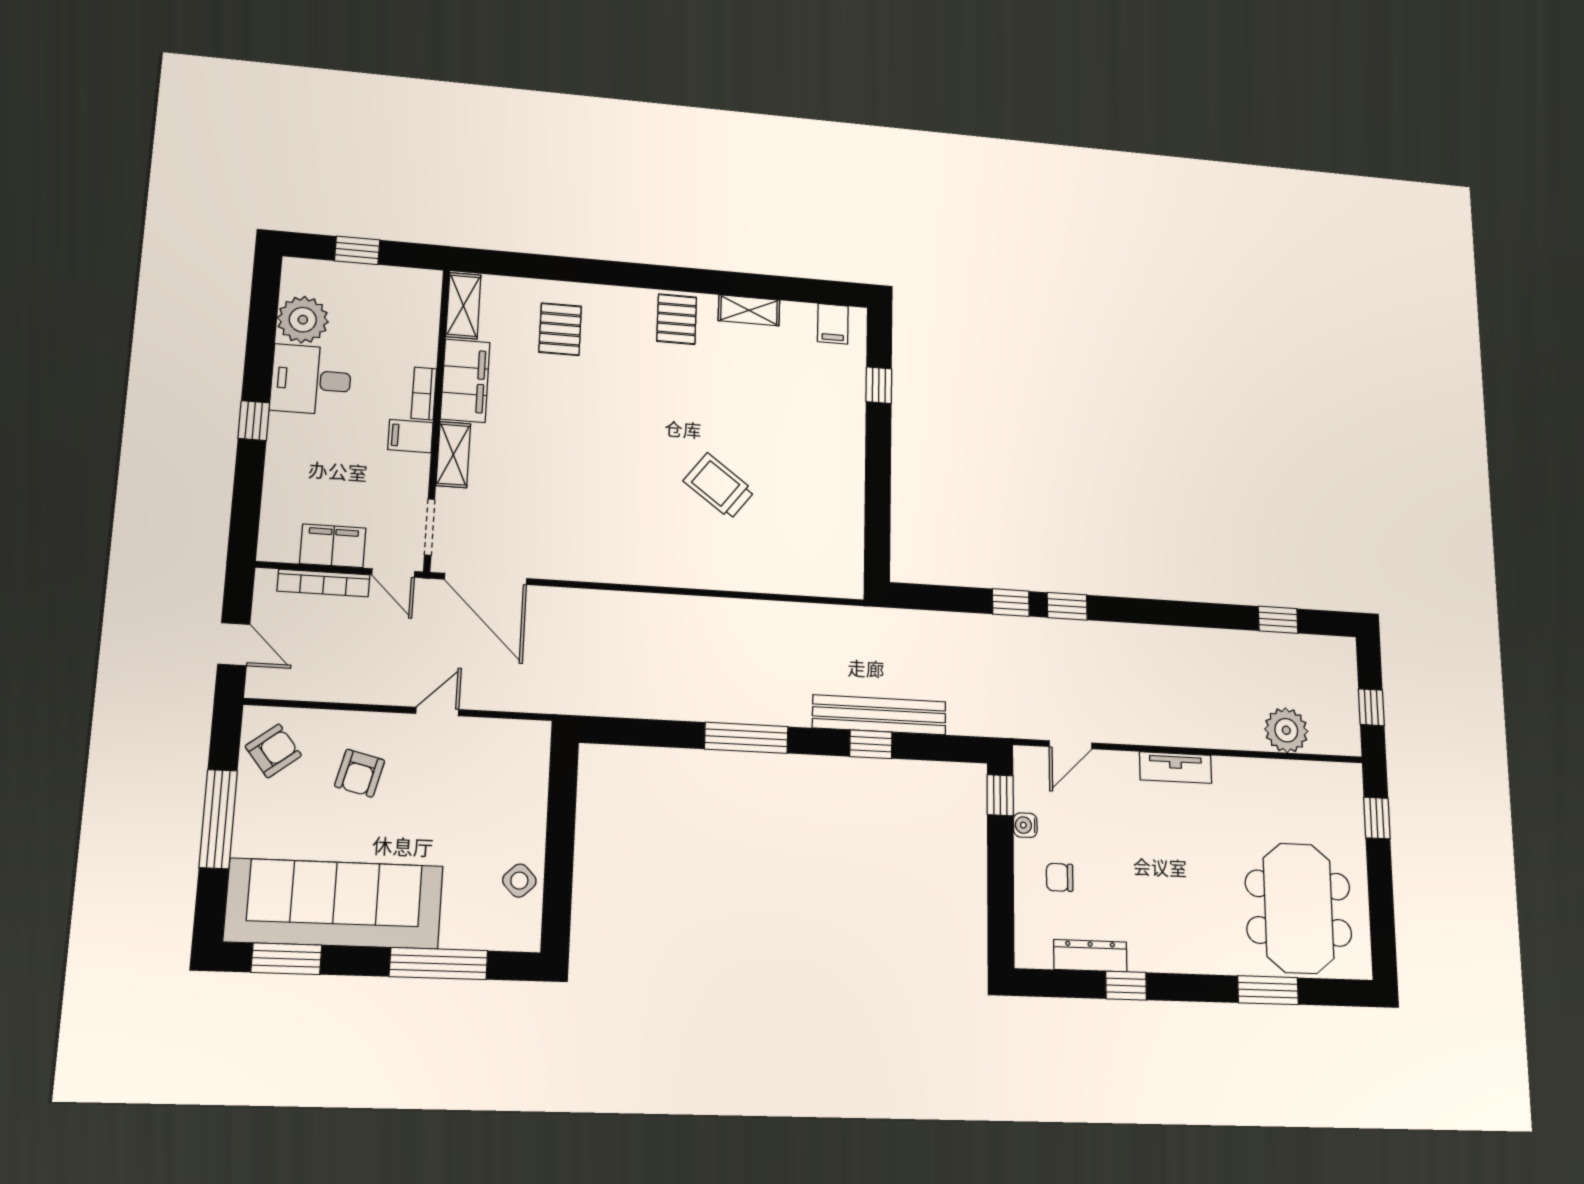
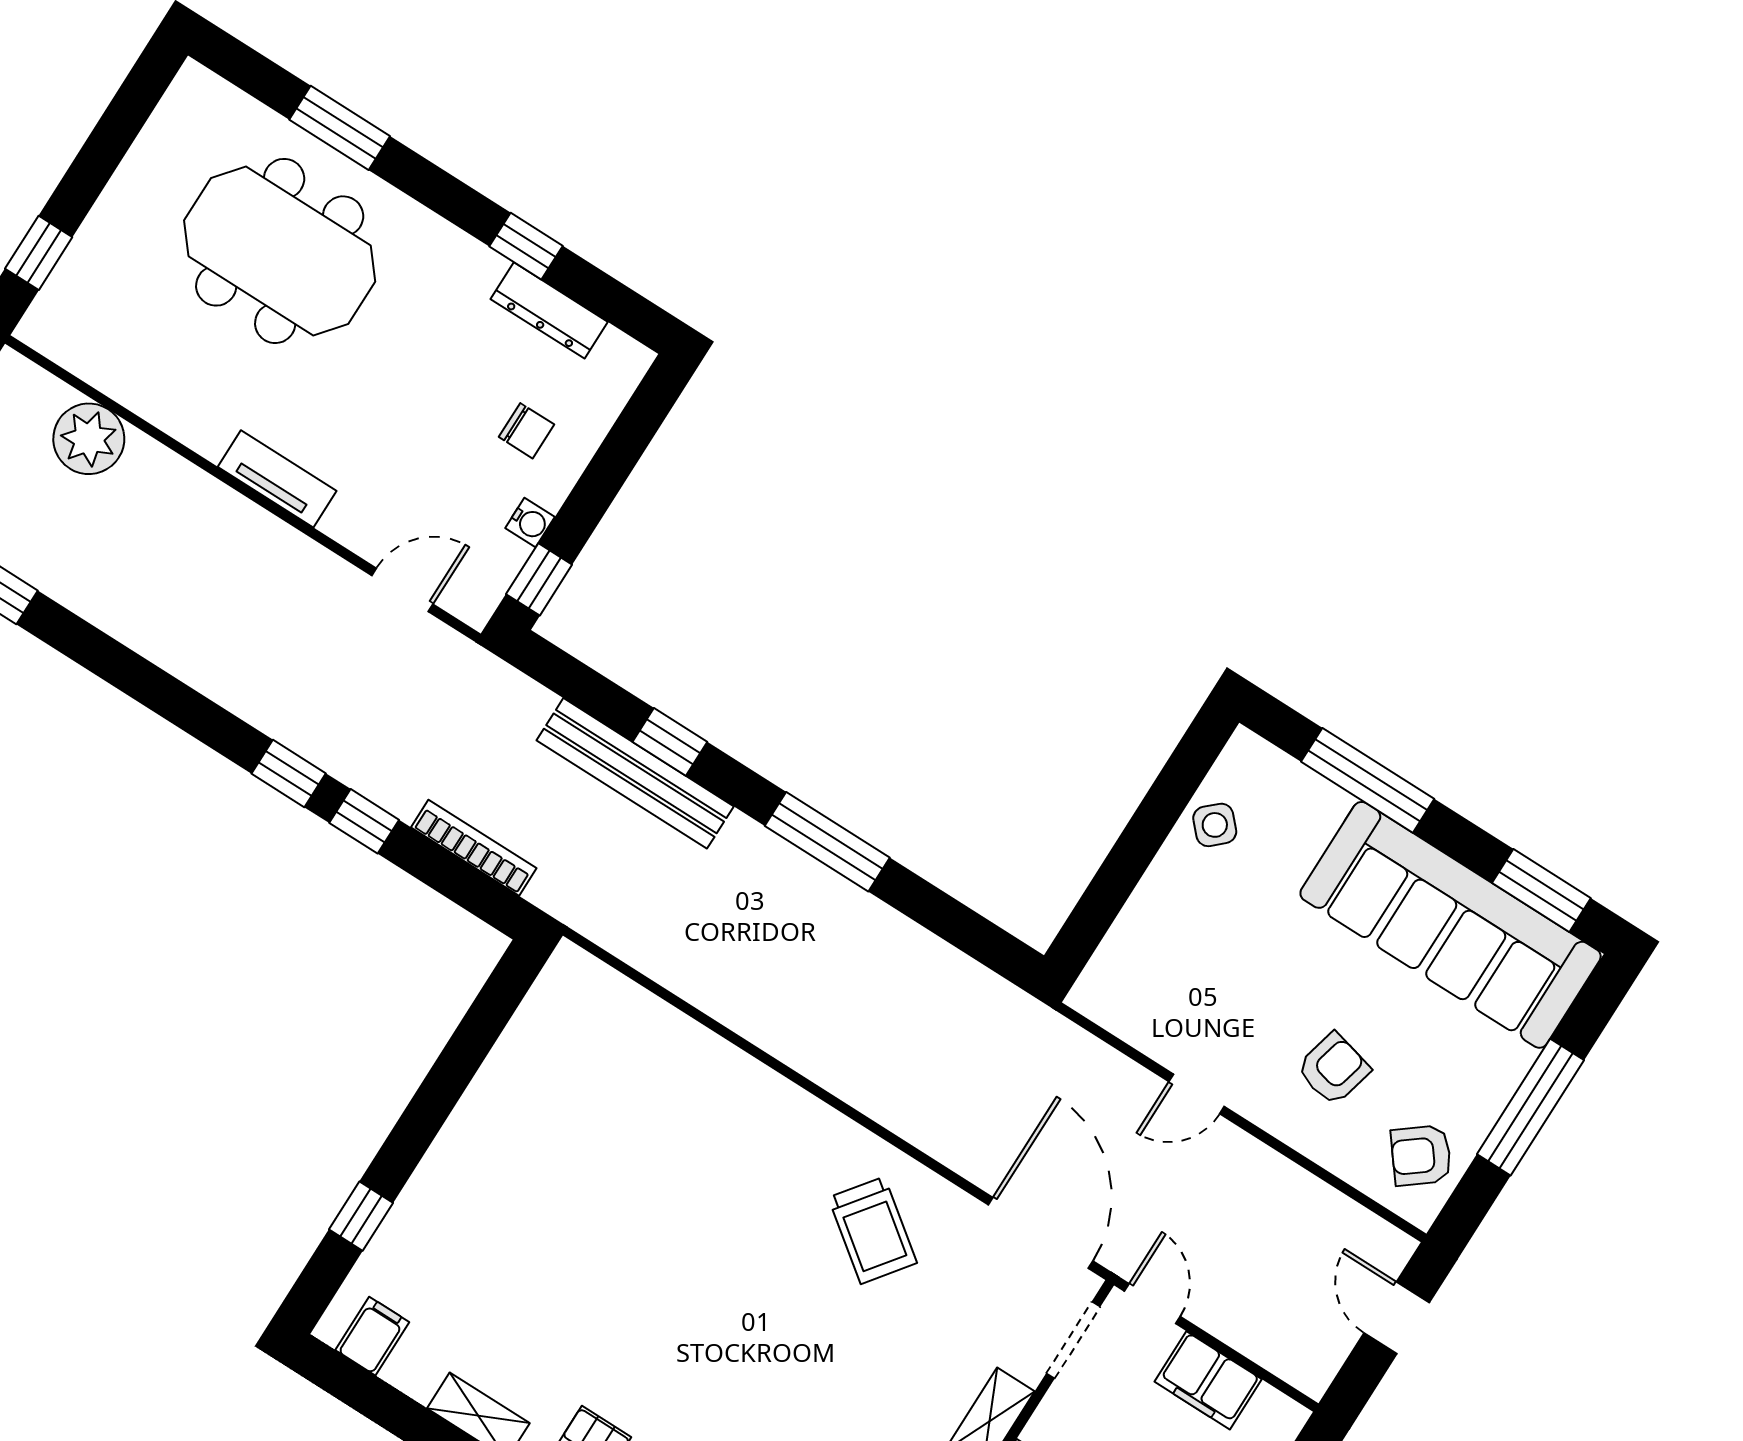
trolley: (719, 486) -> (873, 1230), moved
bookcase: (324, 583) -> (474, 848), moved
meeting table: (1298, 908) -> (280, 251), moved, turned 90

